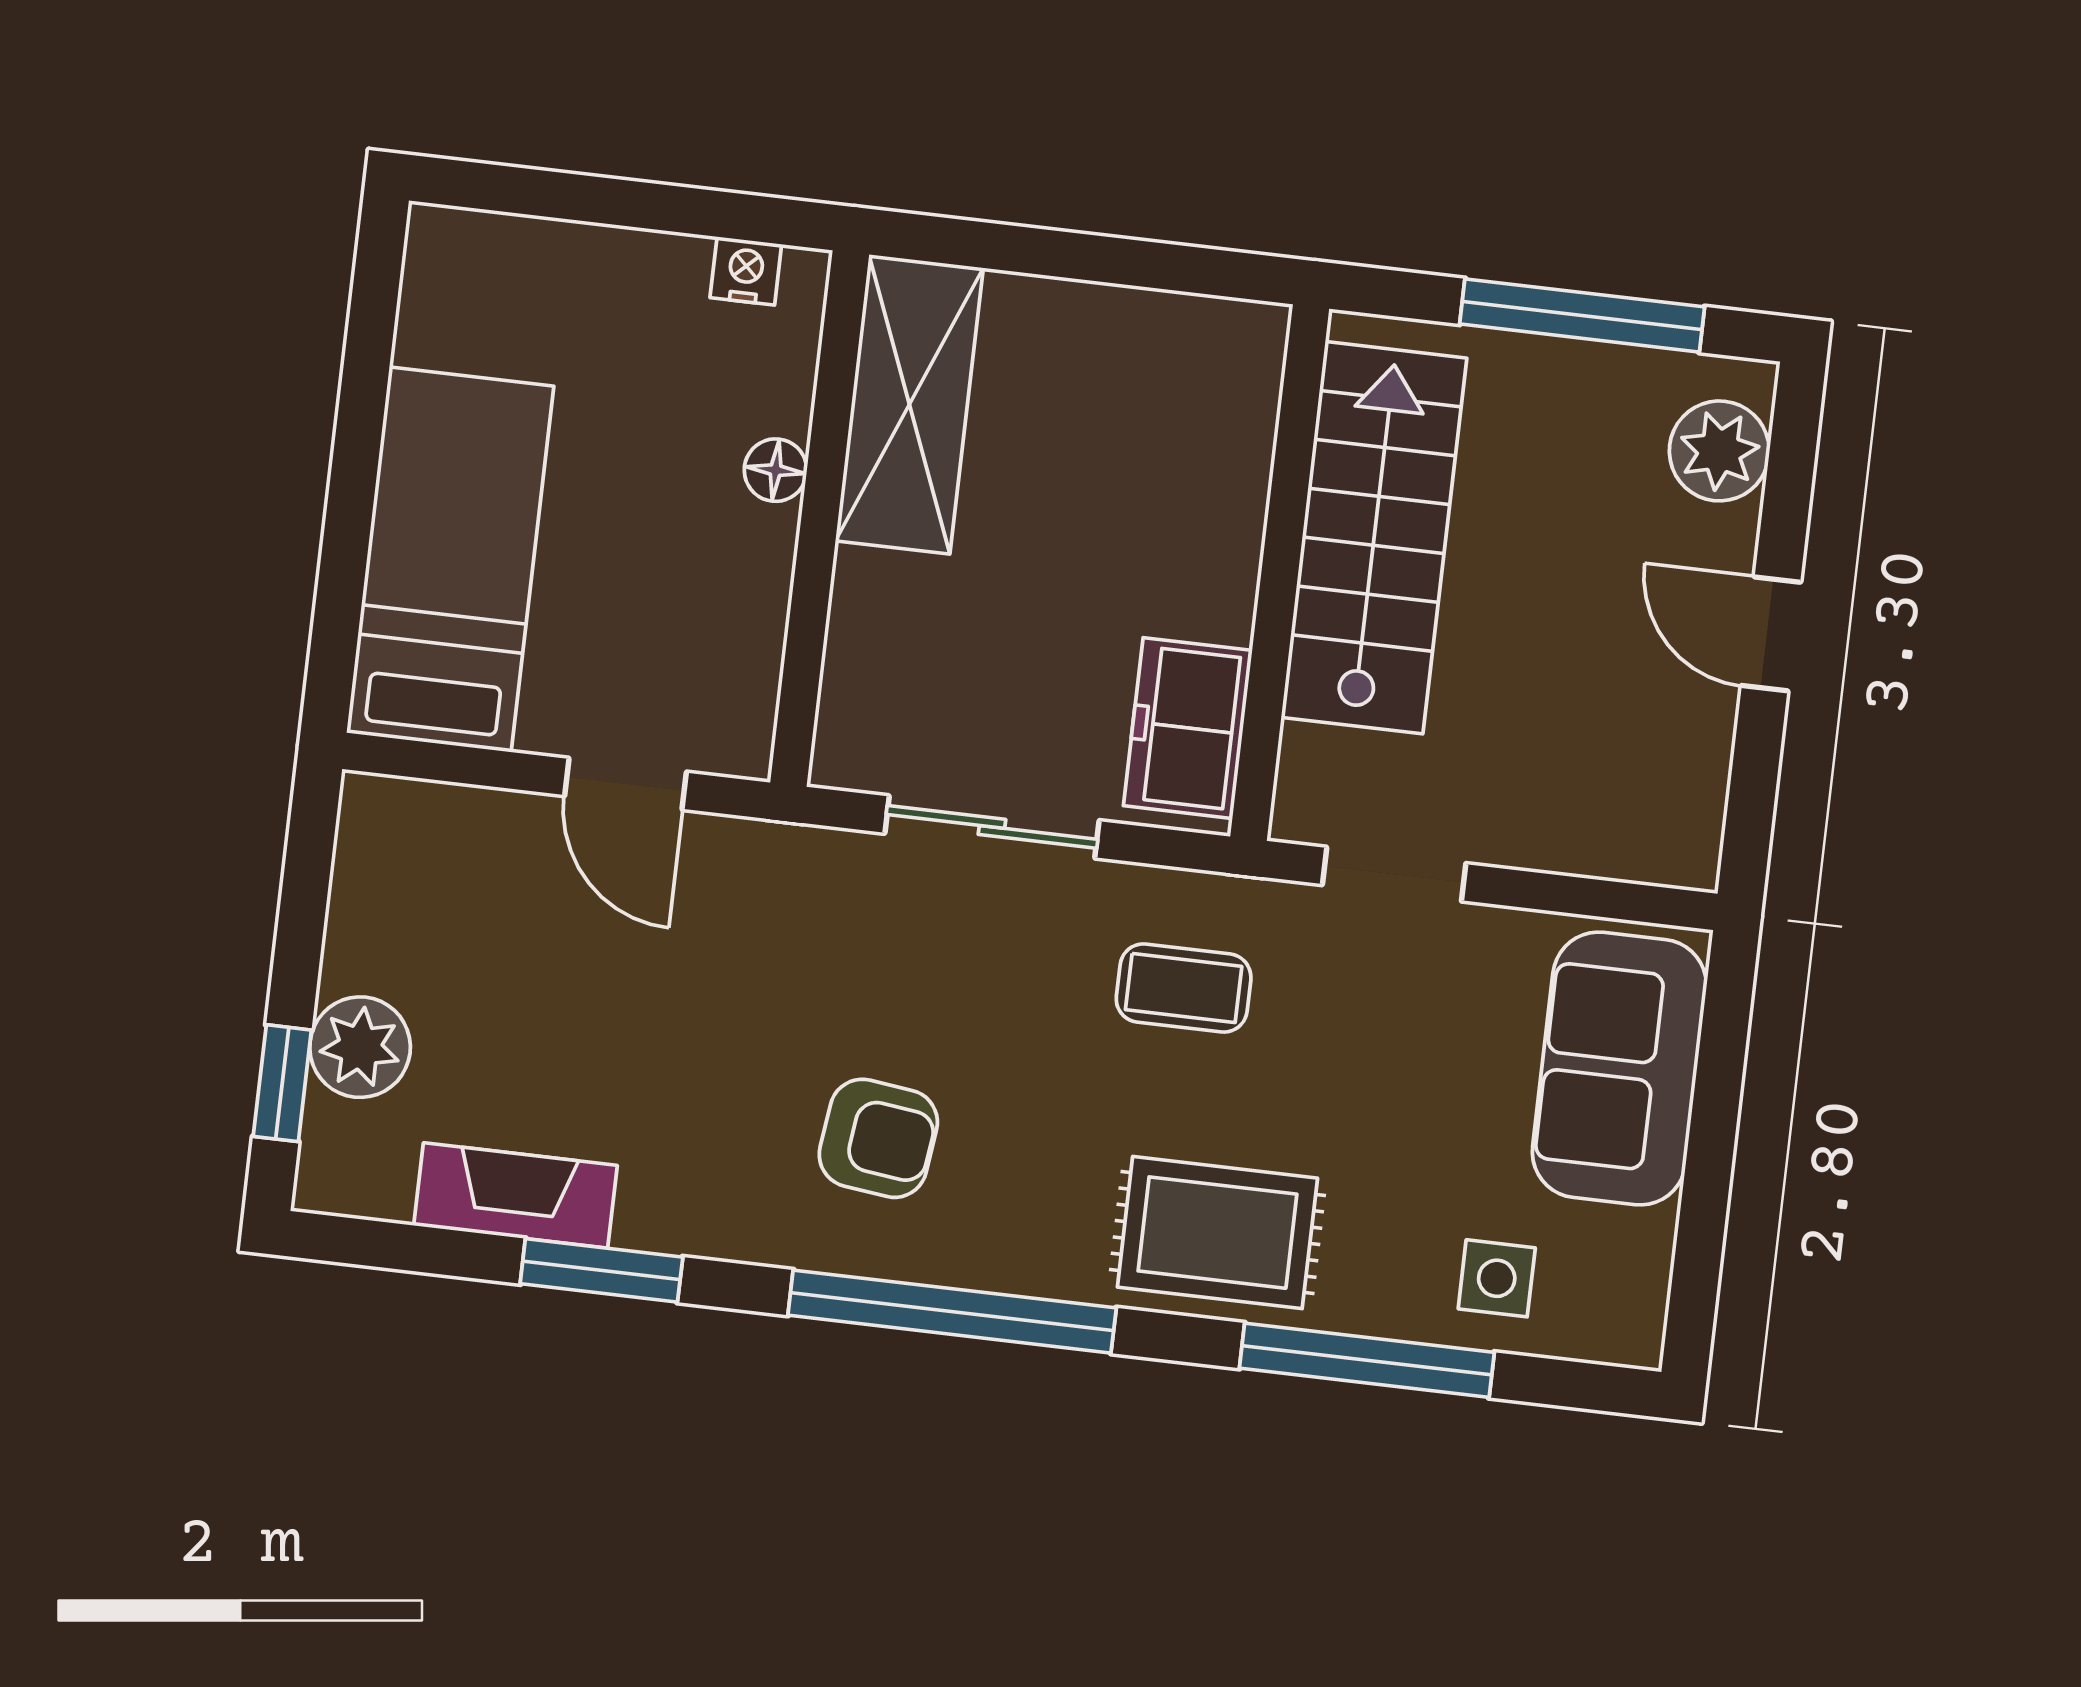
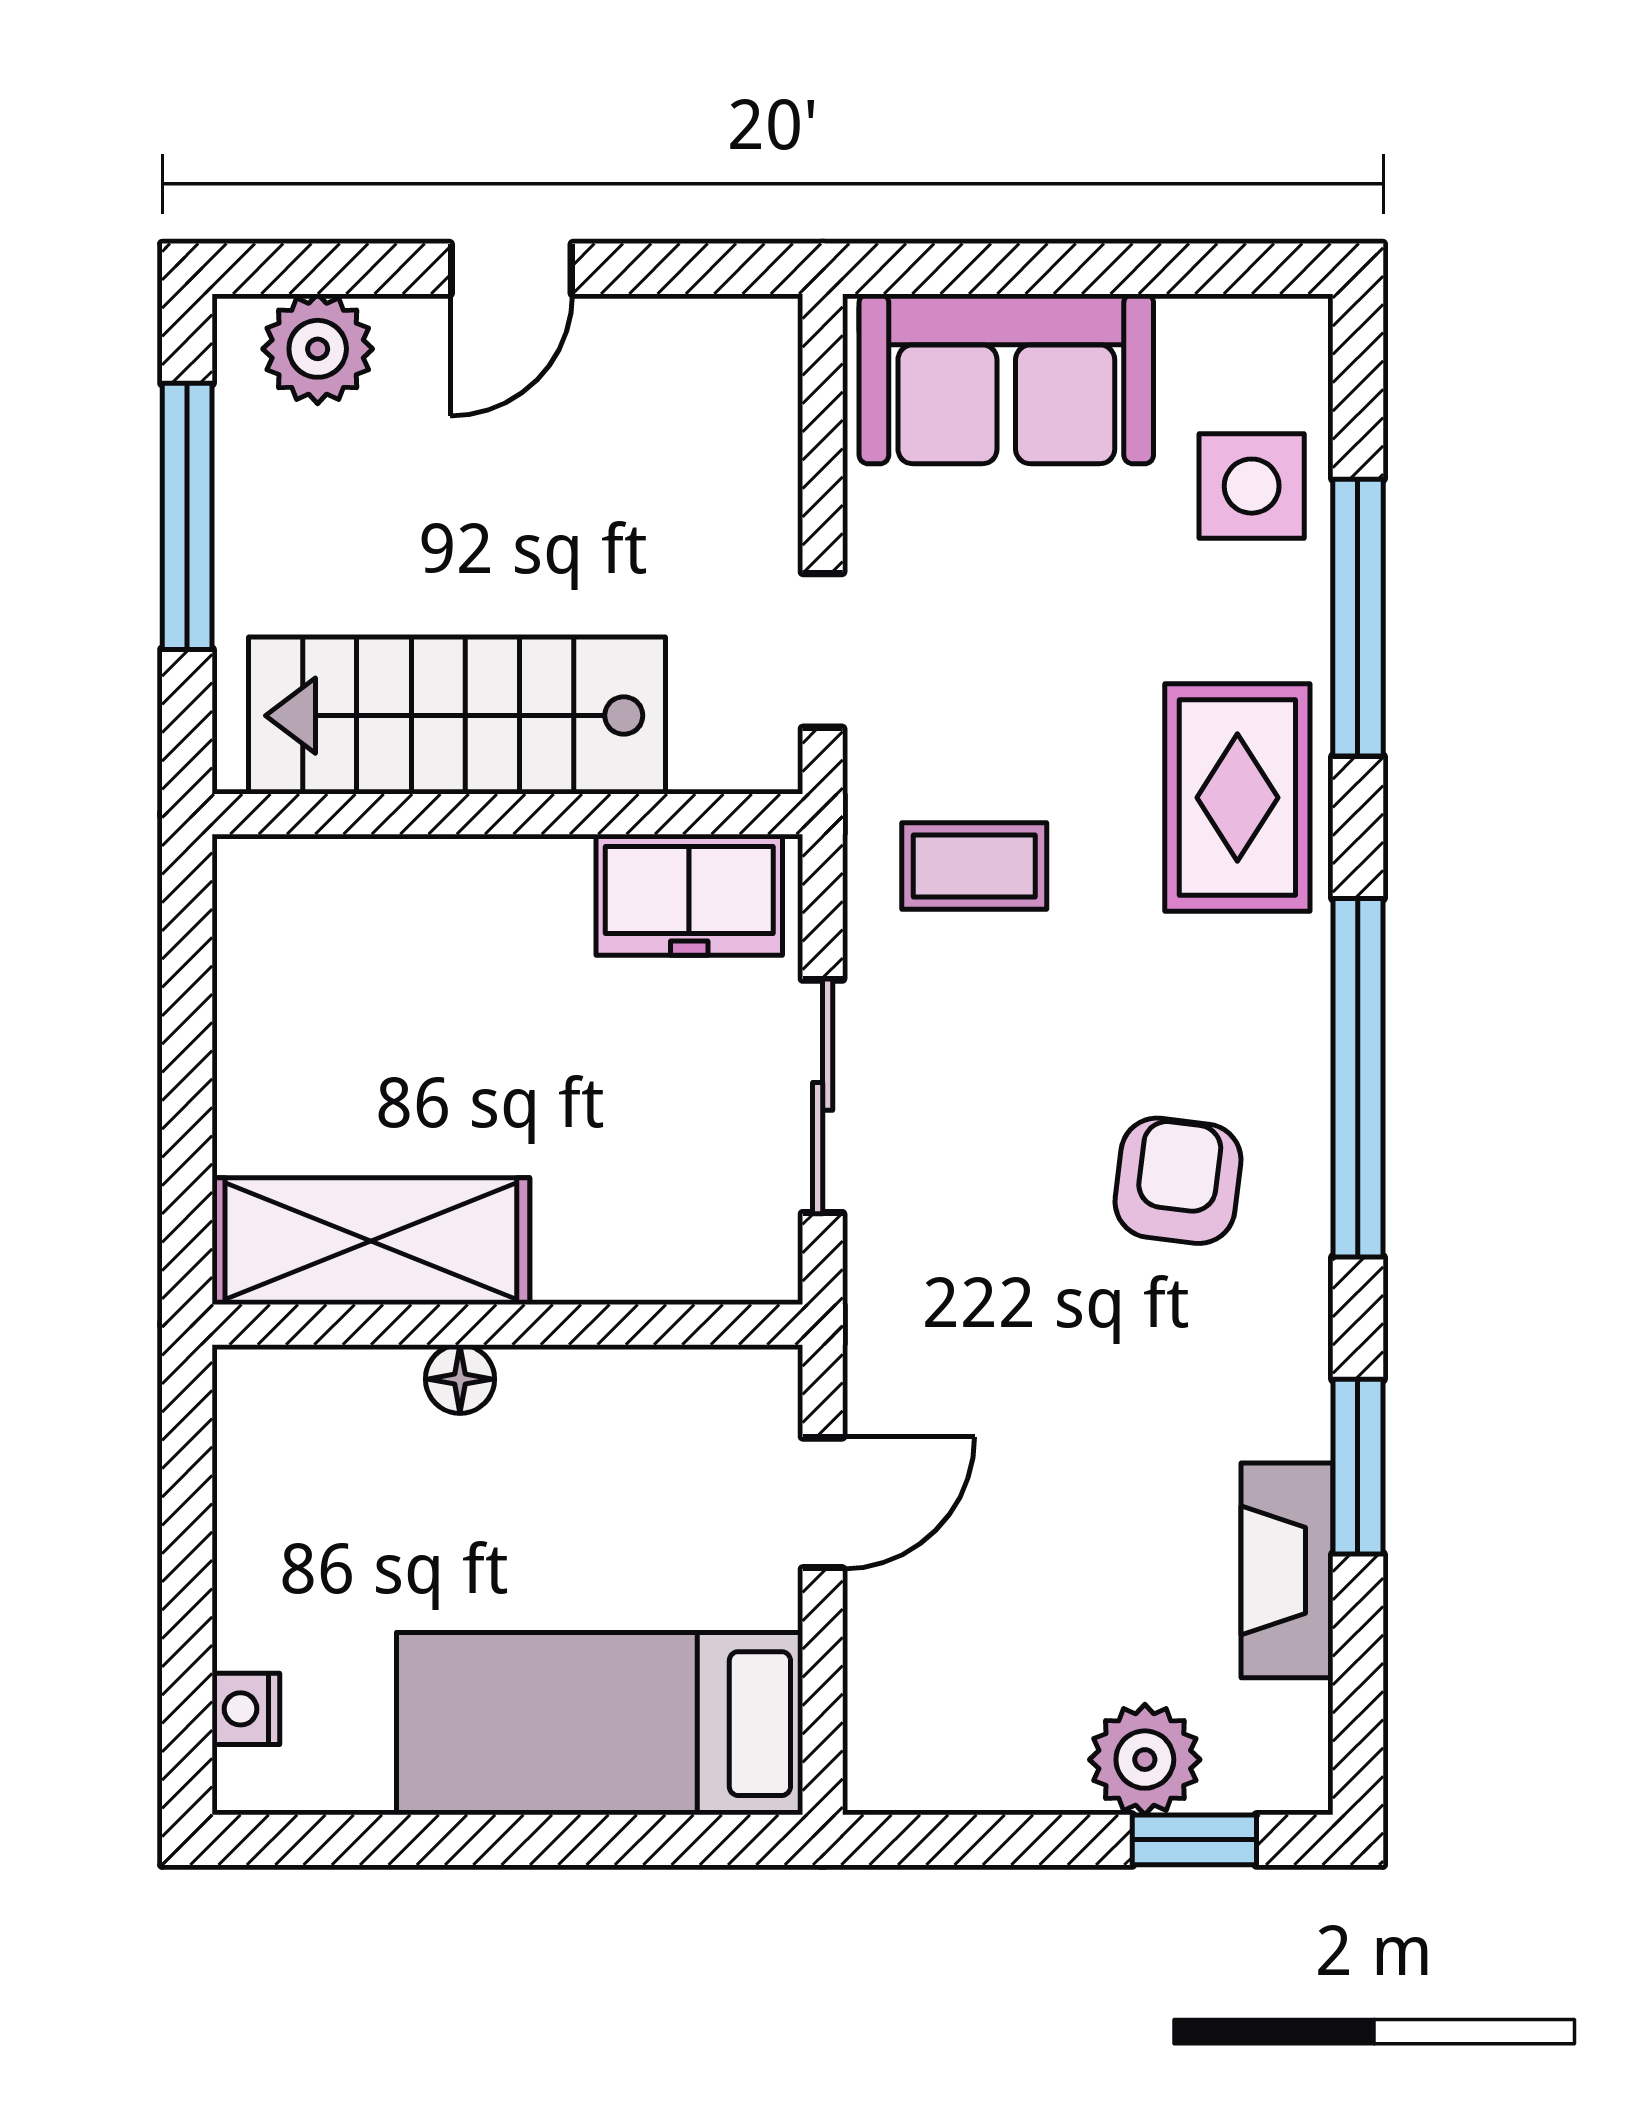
nightstand: (746, 271) -> (246, 1709), moved
coffee table: (1184, 988) -> (974, 866), turned 90
side table: (1497, 1278) -> (1252, 486), width x1.37, depth x1.37

